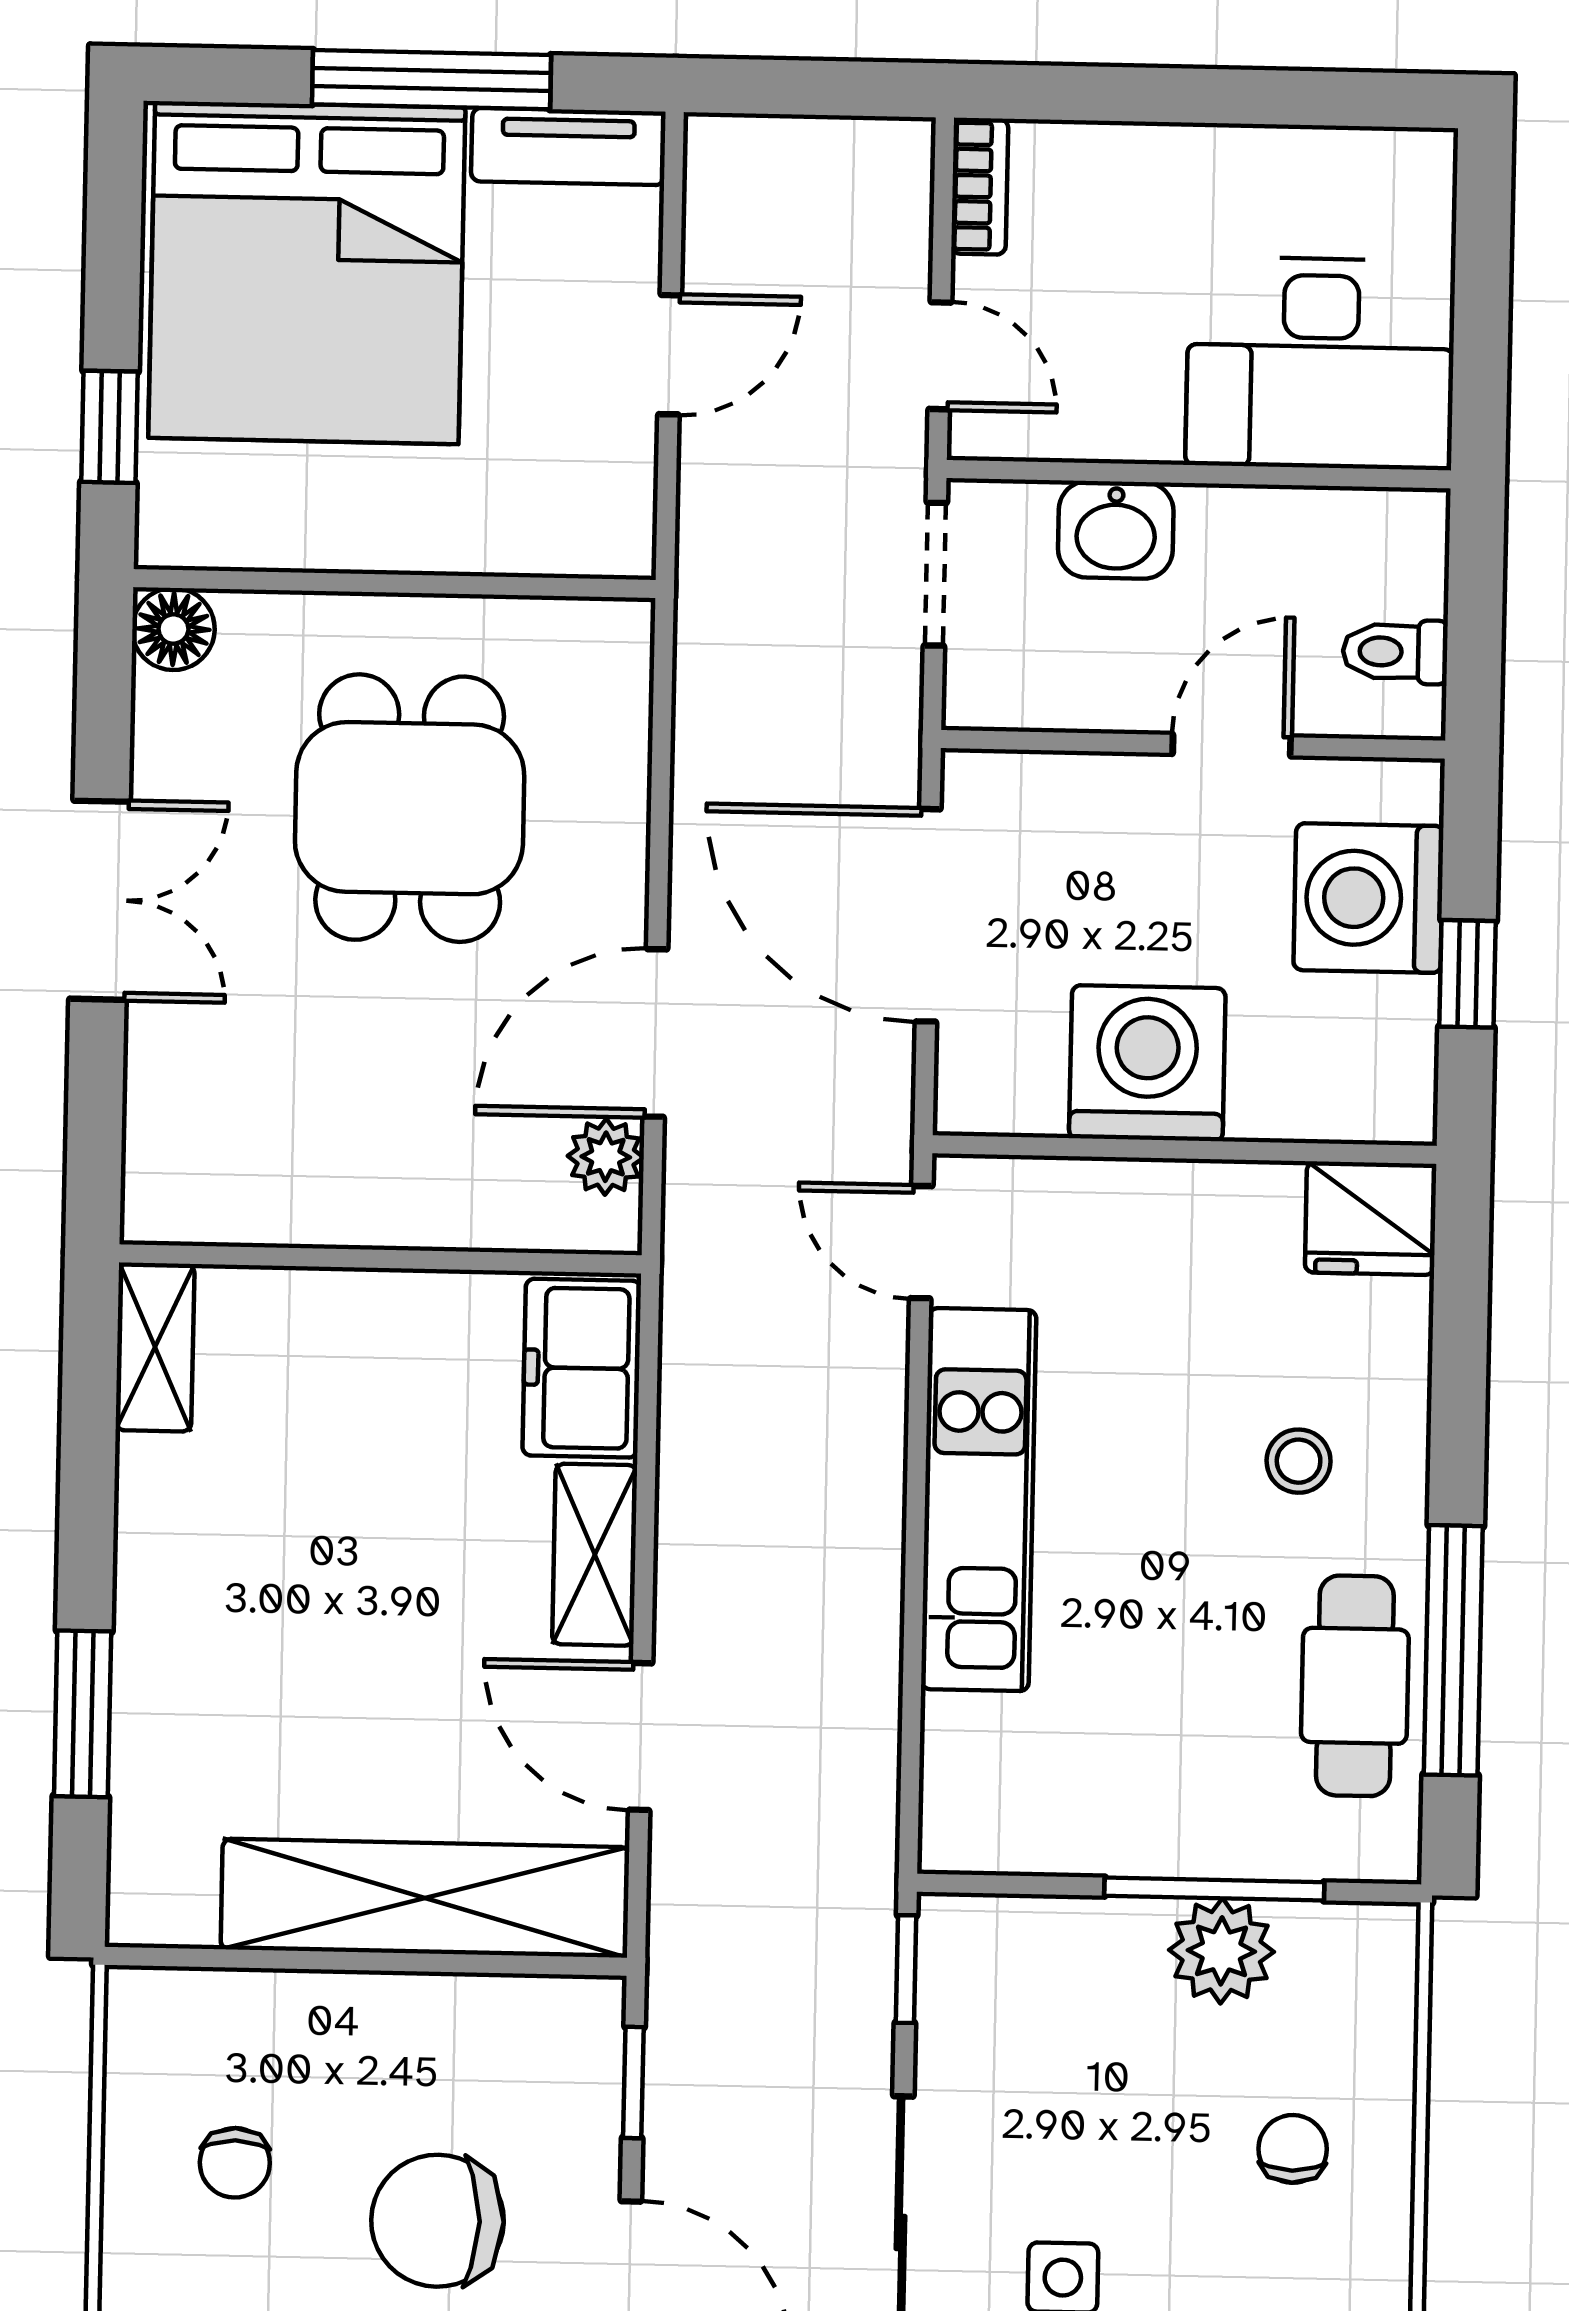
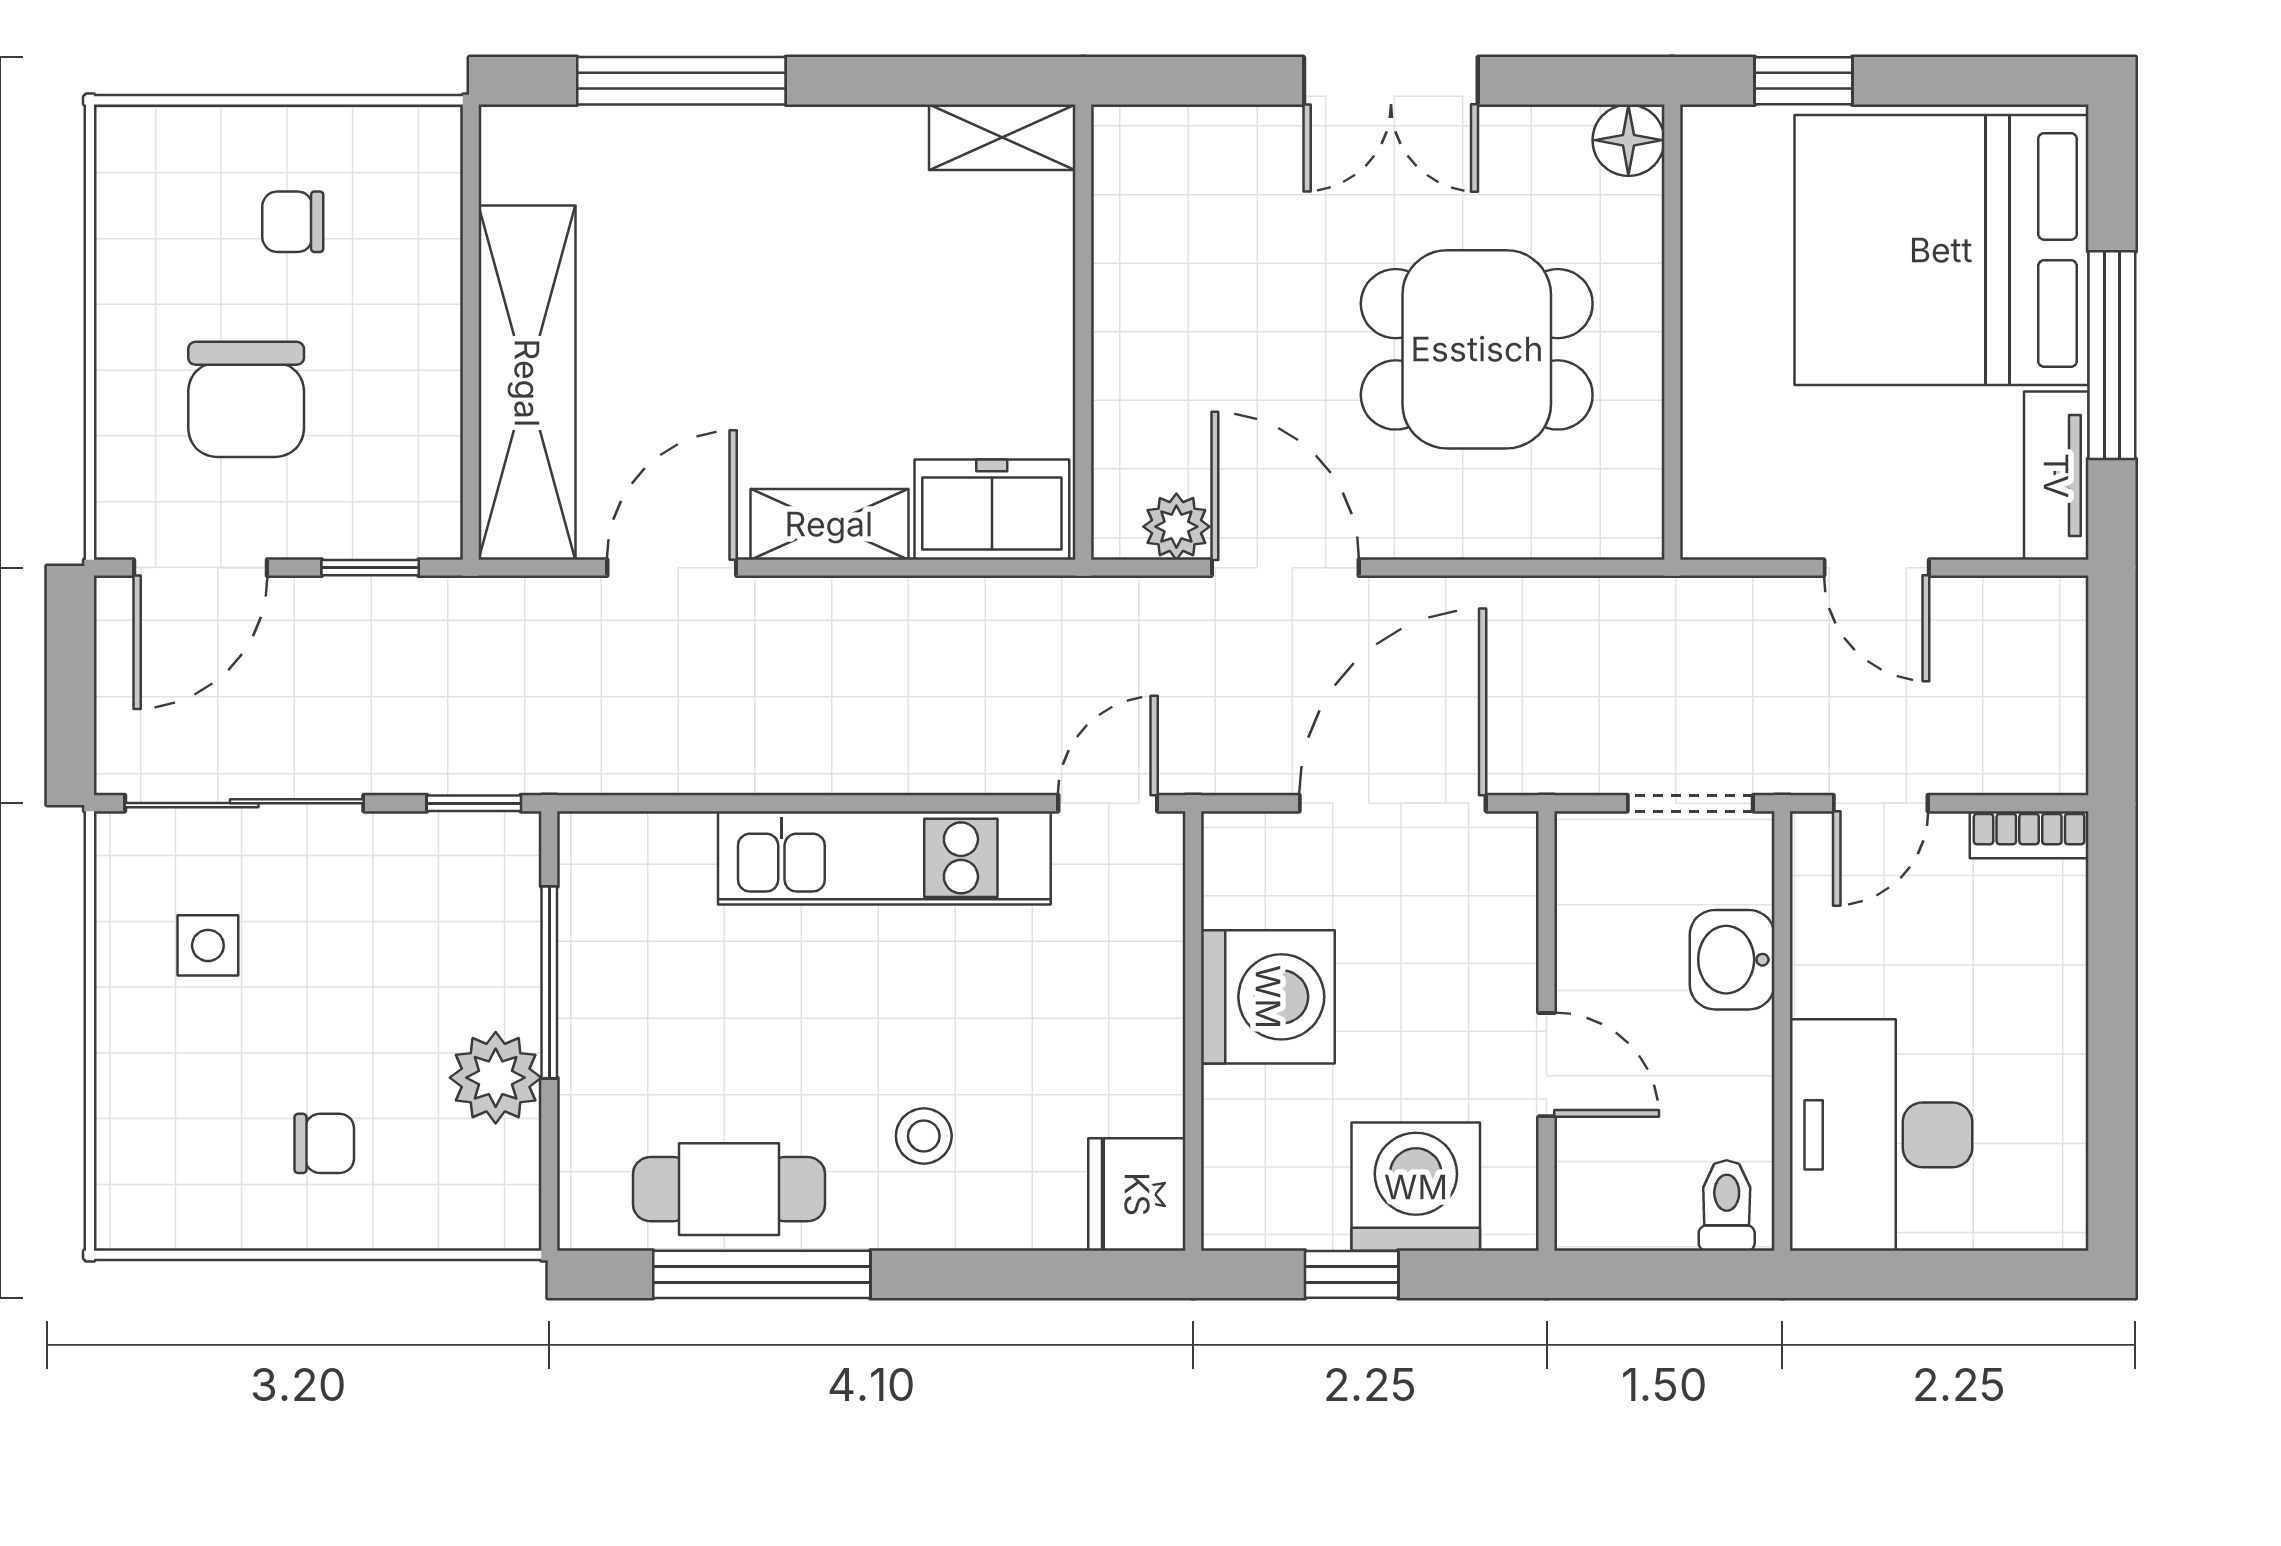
toilet: (1395, 652) -> (1727, 1205), moved
window: (83, 1714) -> (681, 81), width x1.44
window: (1214, 1889) -> (549, 982), moved
chair: (437, 2221) -> (246, 399), turned 180

